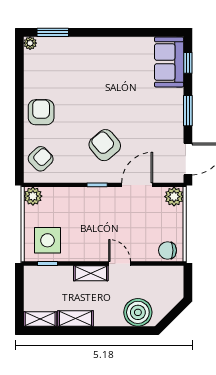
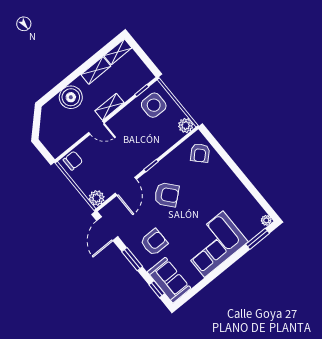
corner sofa: (98, 61) -> (214, 244), added
armchair: (41, 112) -> (154, 242), moved, turned -90
boiler: (138, 312) -> (71, 97), moved

